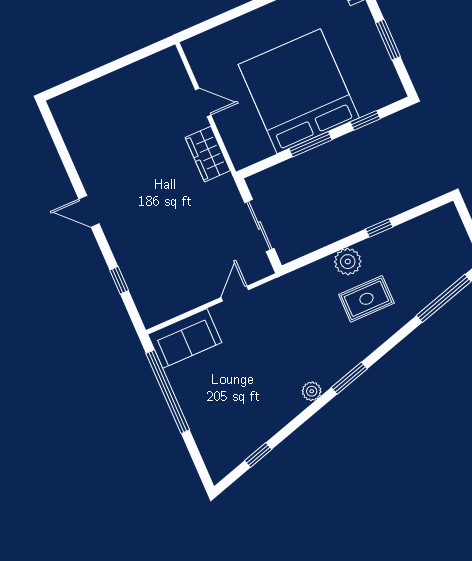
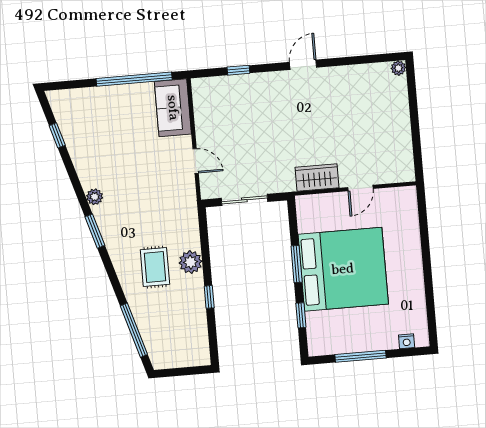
window: (388, 40) -> (361, 356), width x1.44
plant: (57, 105) -> (398, 68), added

